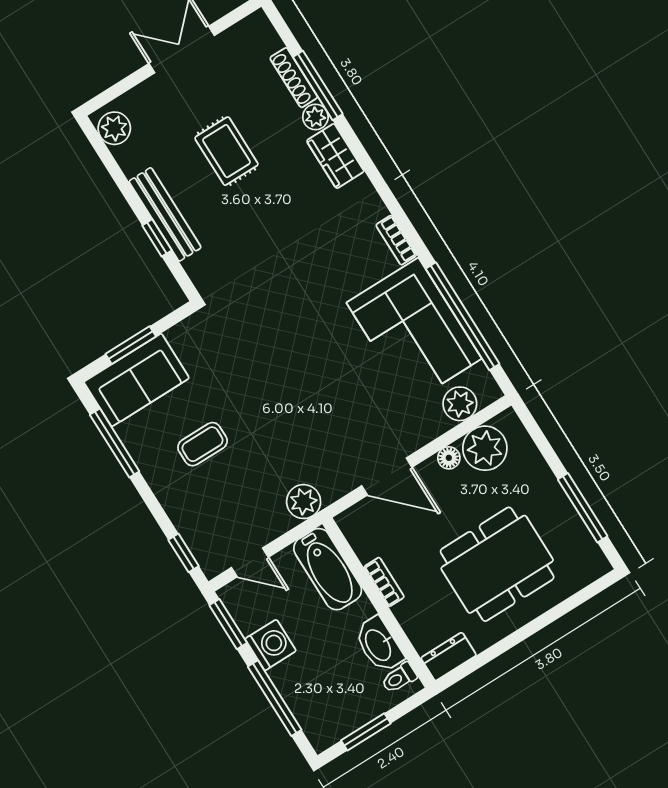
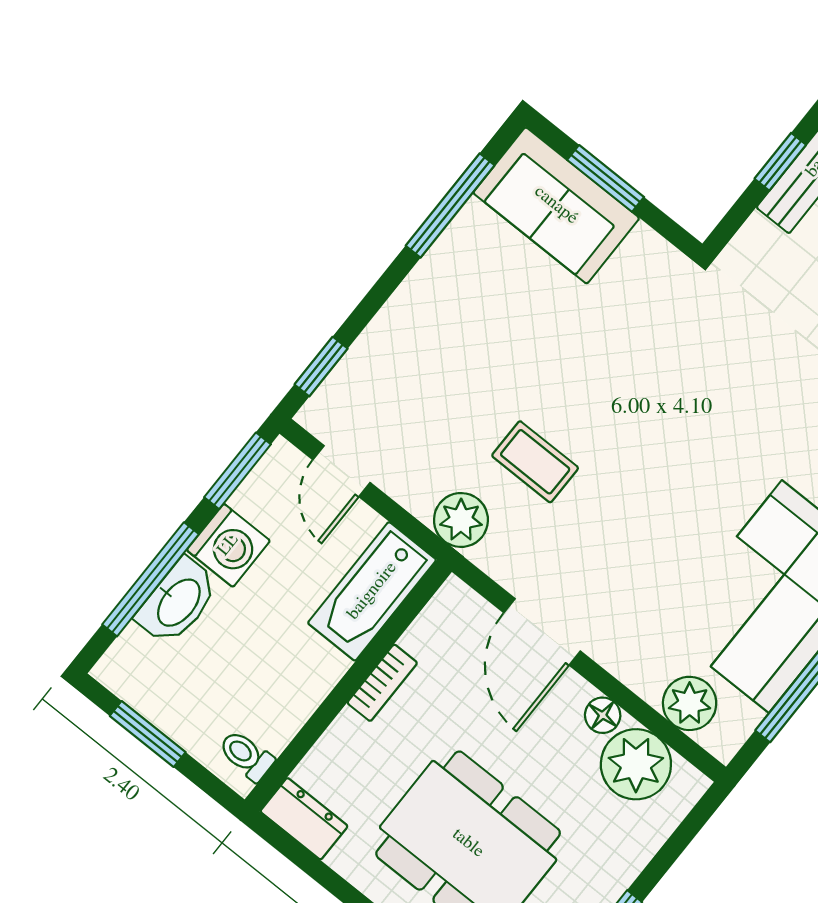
coffee table: (203, 444) -> (535, 462), moved
washbasin: (379, 645) -> (178, 602), moved, turned 180

